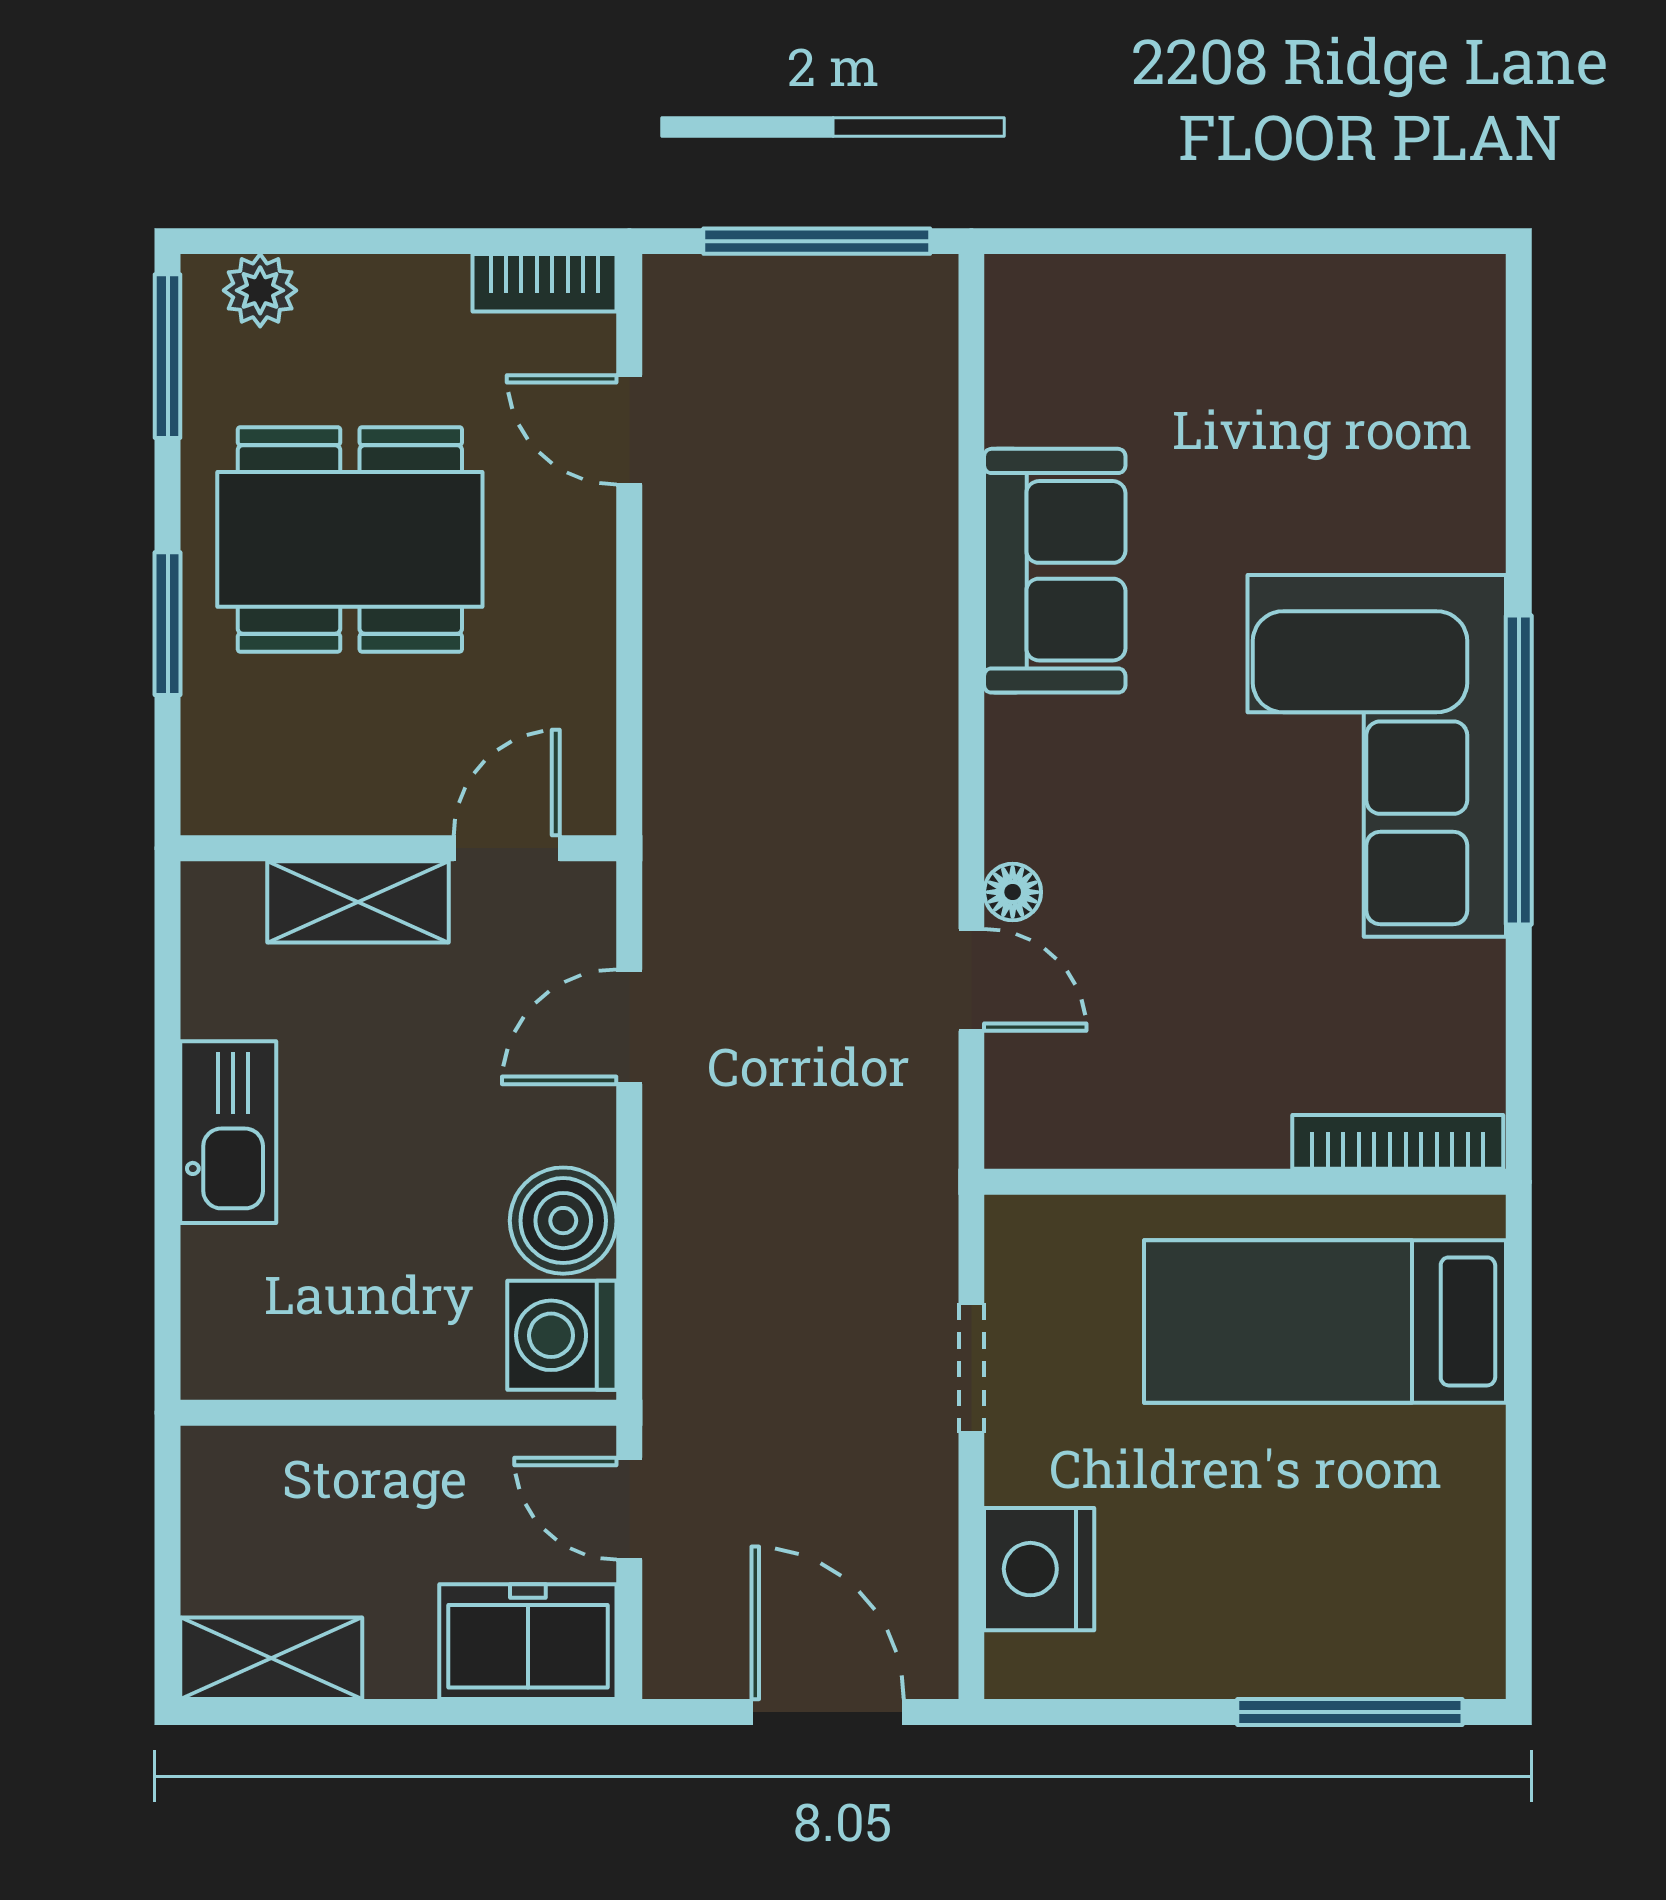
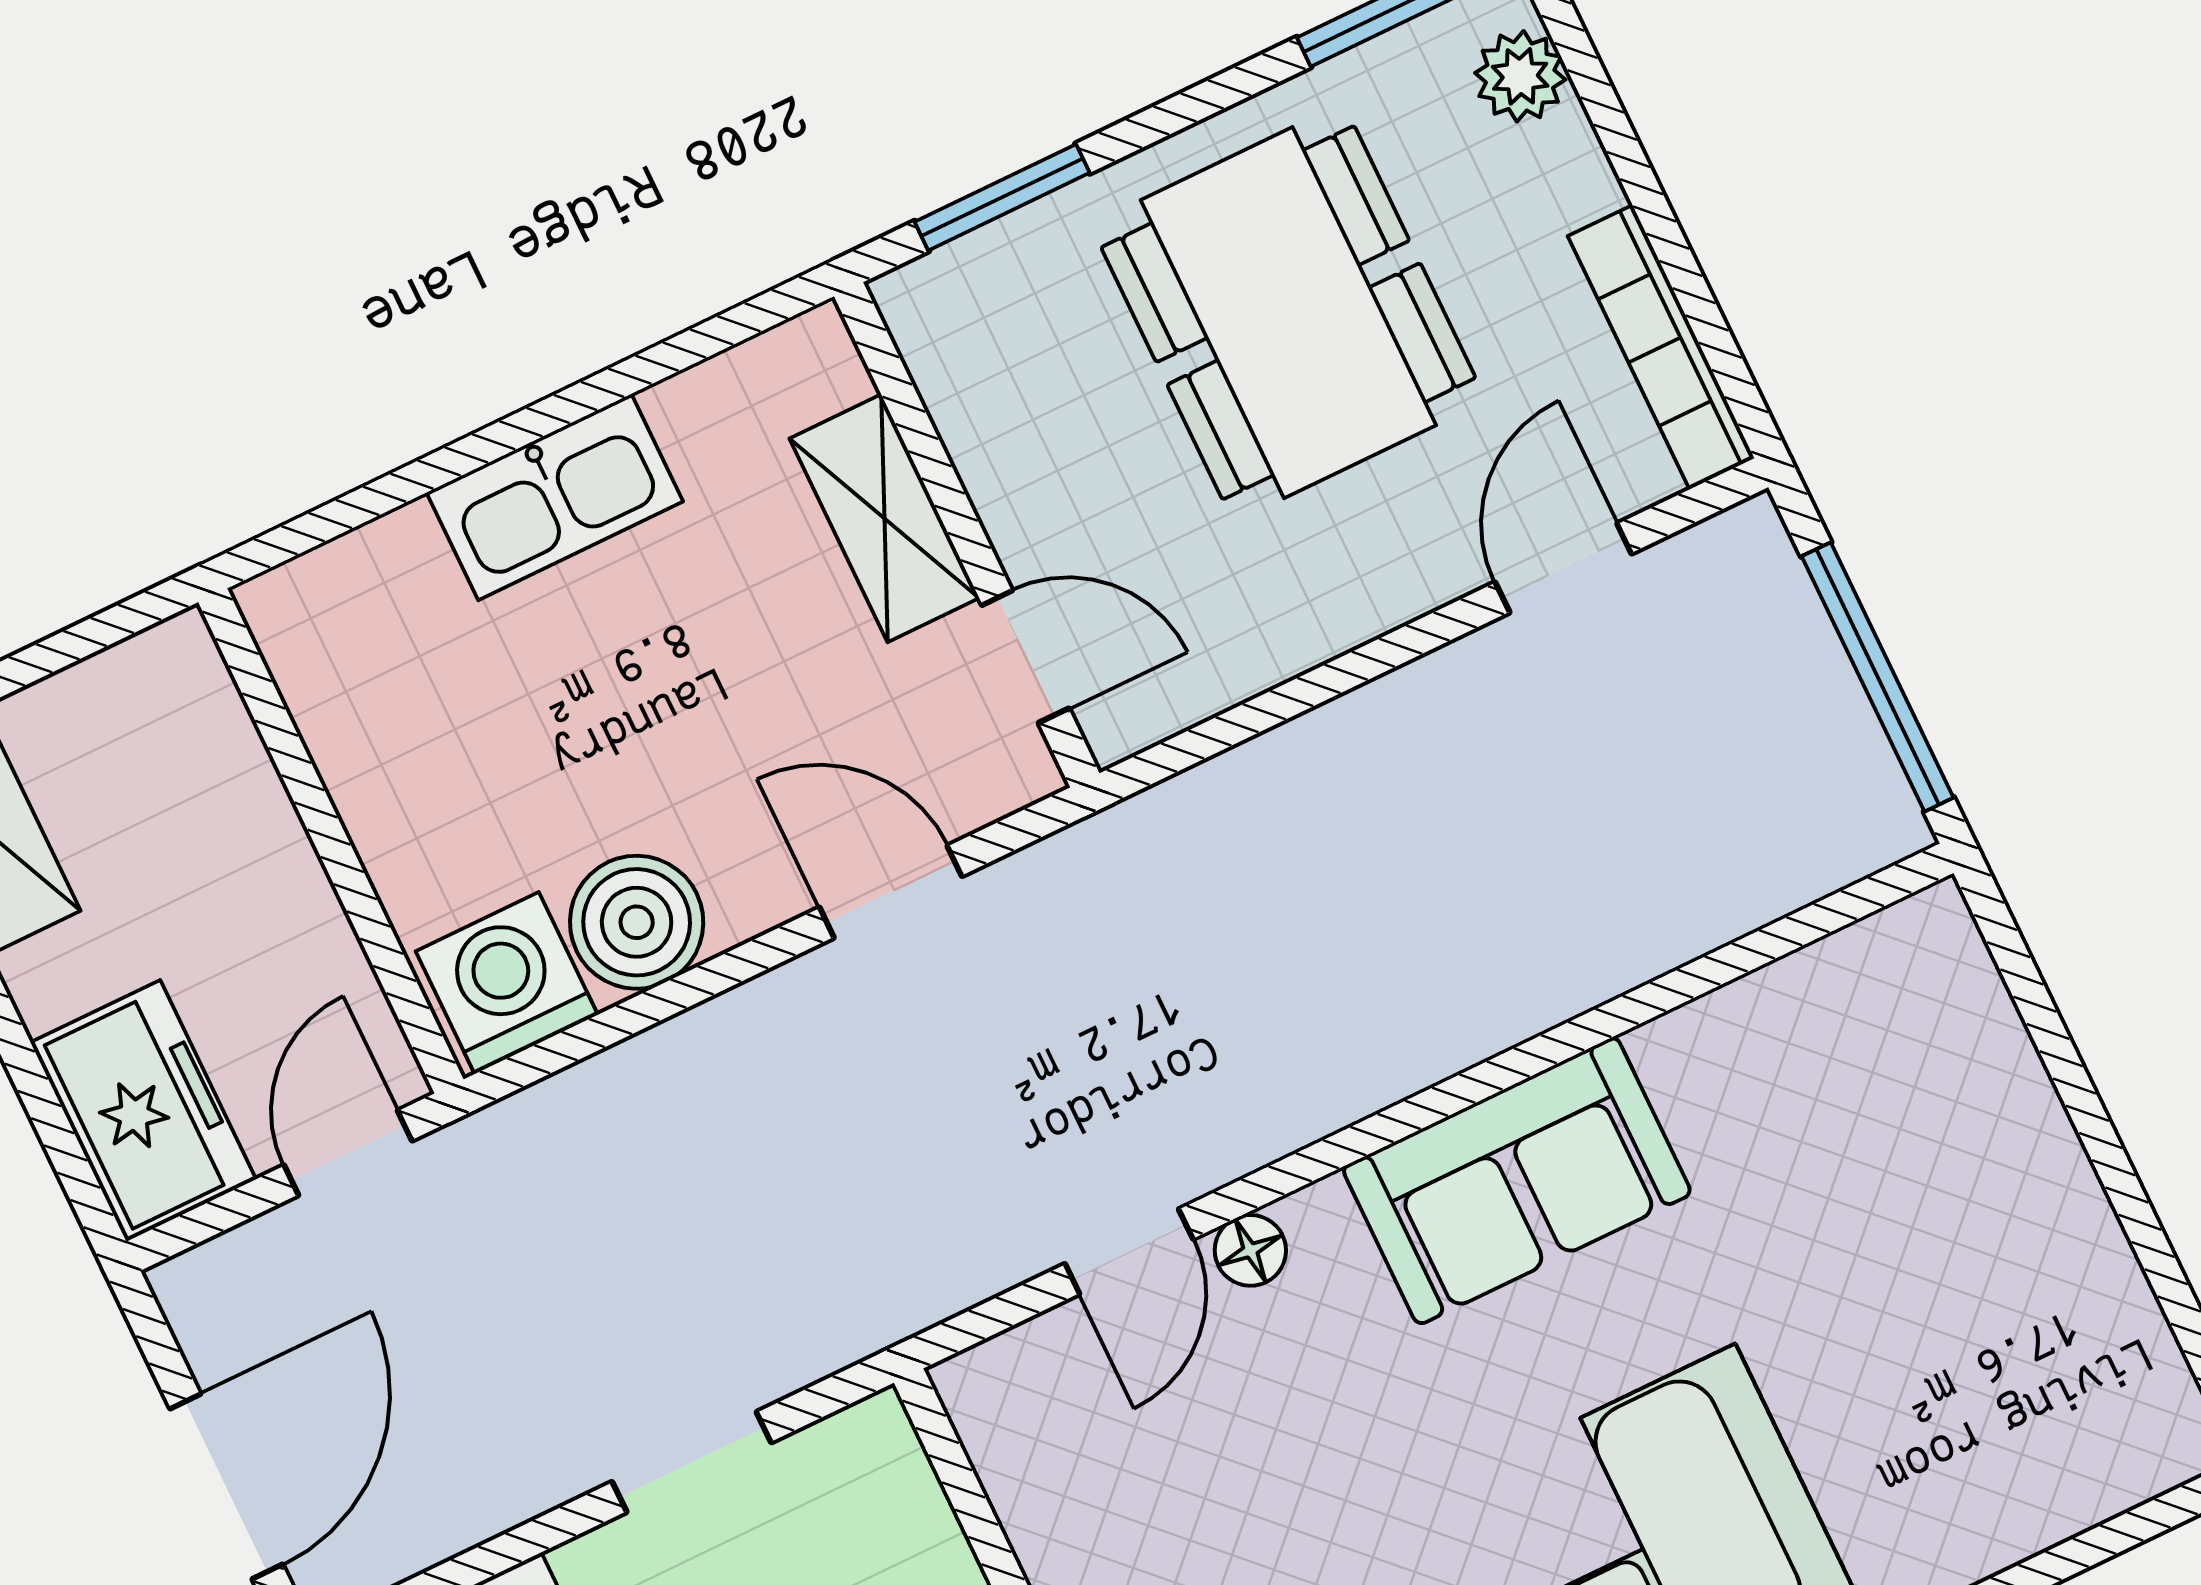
bookcase: (545, 283) -> (1661, 347), width x1.56
sofa: (1055, 571) -> (1517, 1181), moved
window: (168, 624) -> (1002, 197), moved

